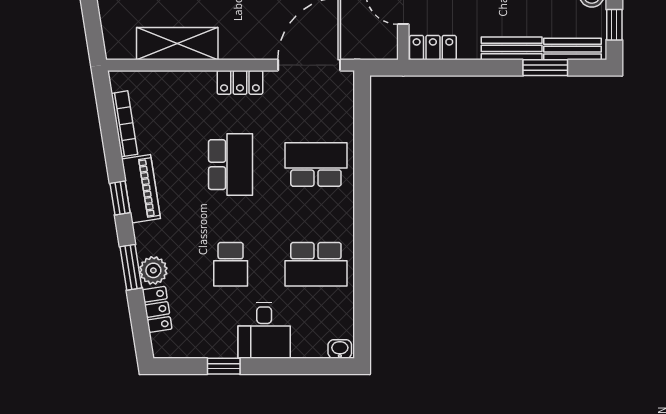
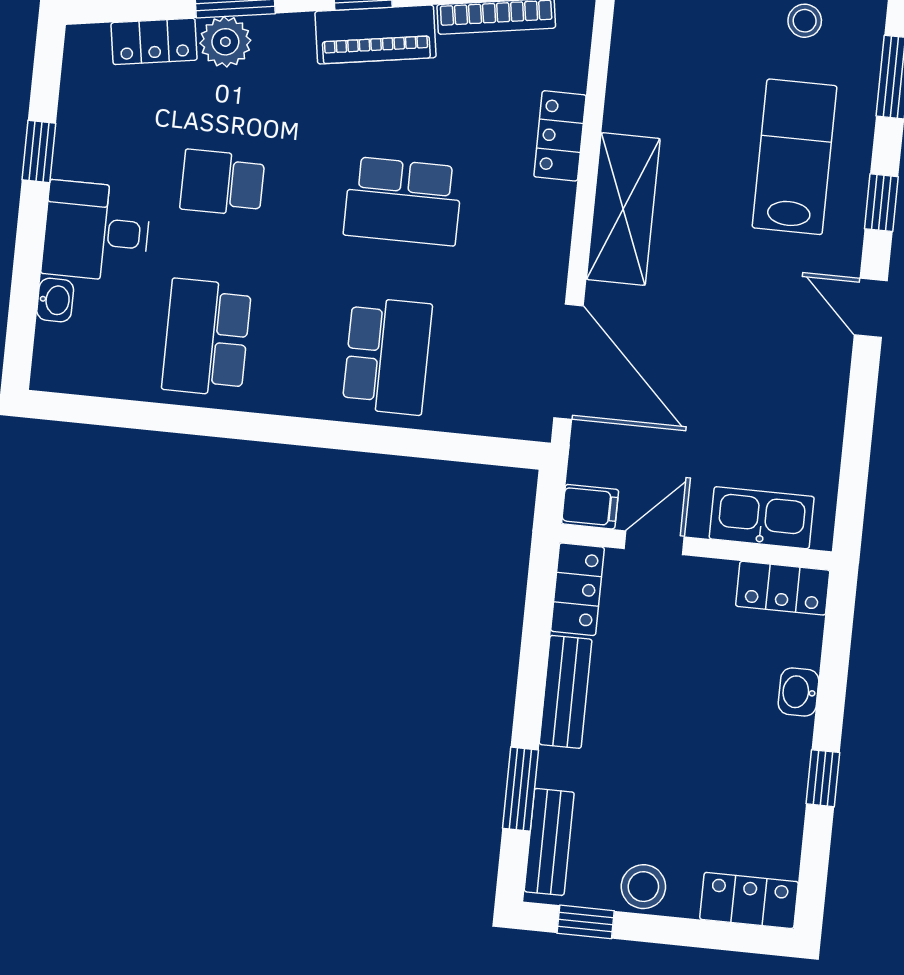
shelving: (177, 44) -> (623, 209), moved
filing cabinet: (387, 45) -> (590, 507), added
bench: (512, 48) -> (566, 692), moved
locker: (240, 82) -> (560, 136), moved
washbasin: (340, 349) -> (55, 300), moved

